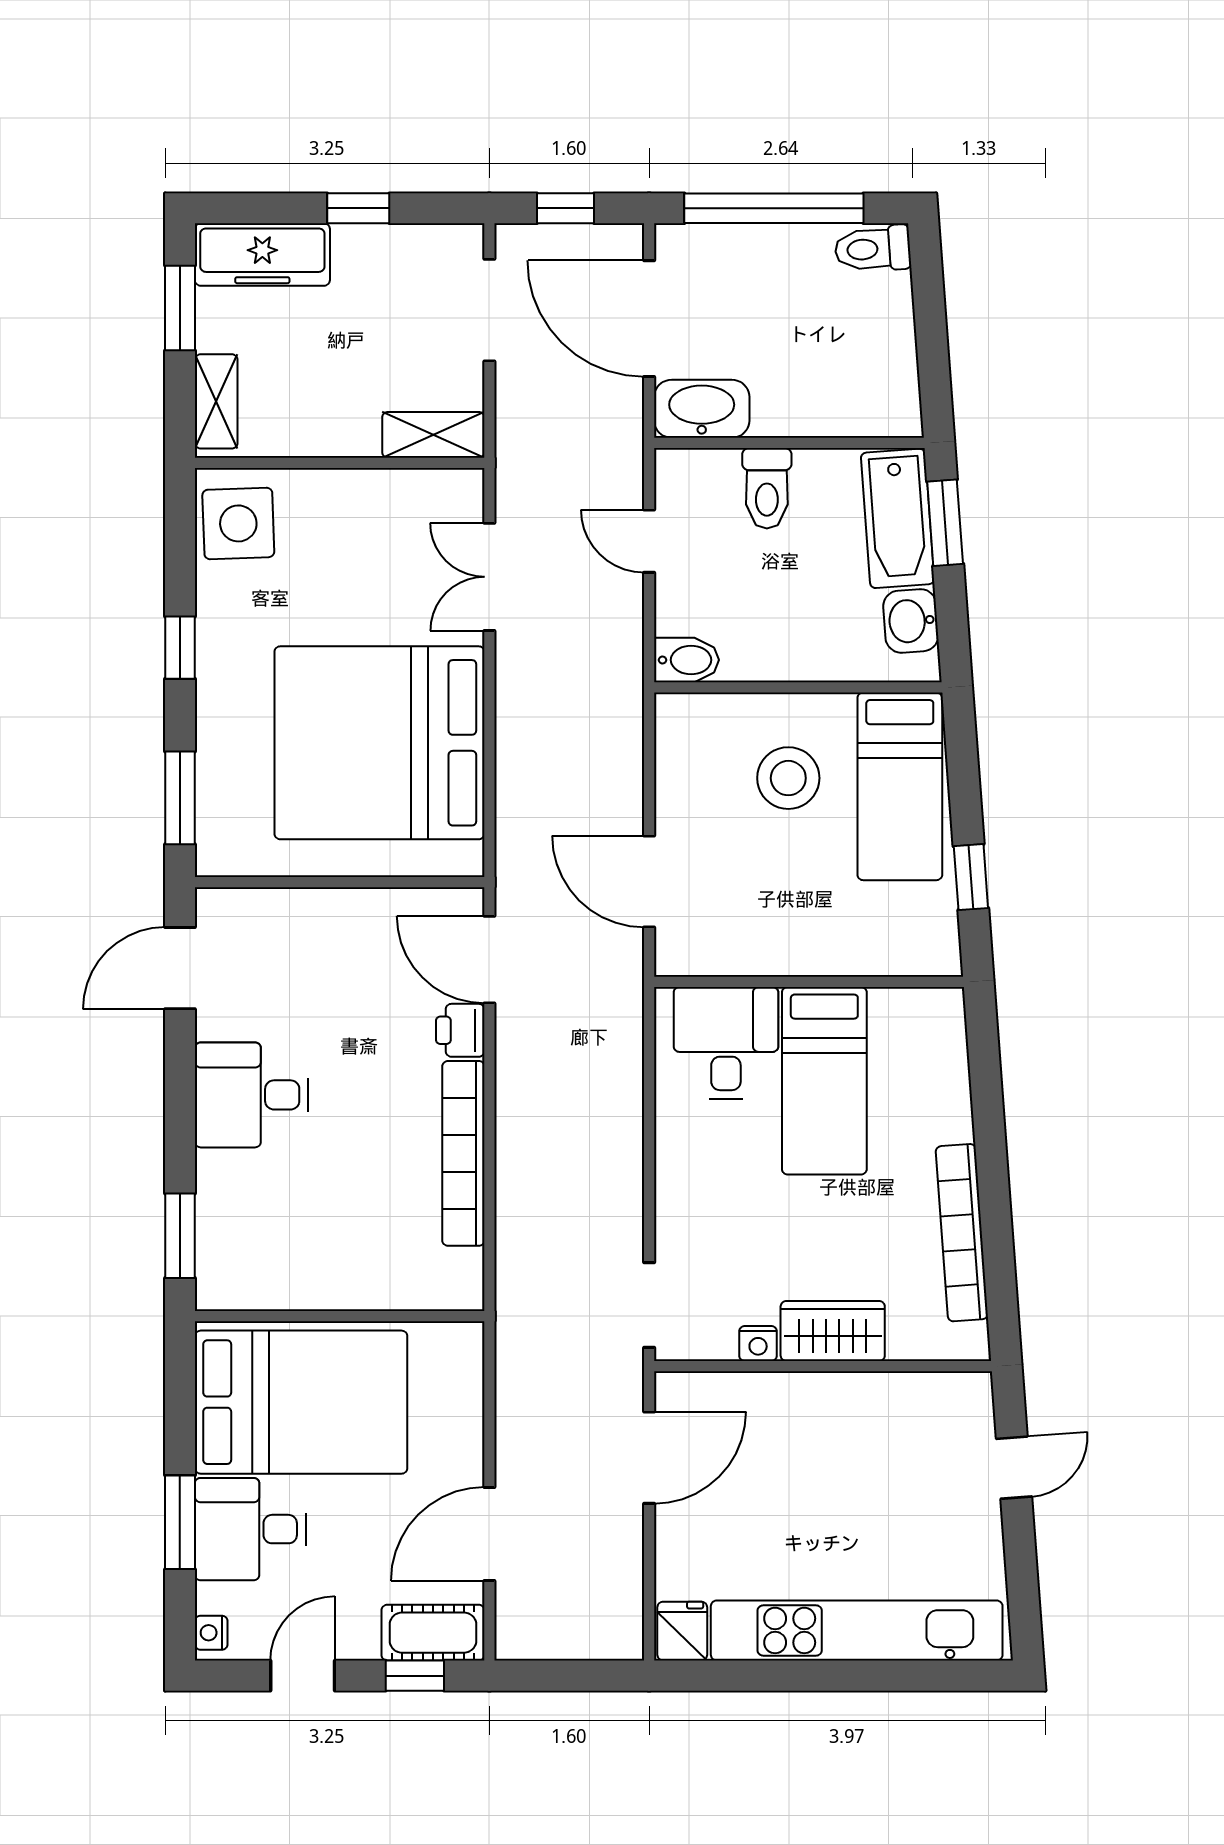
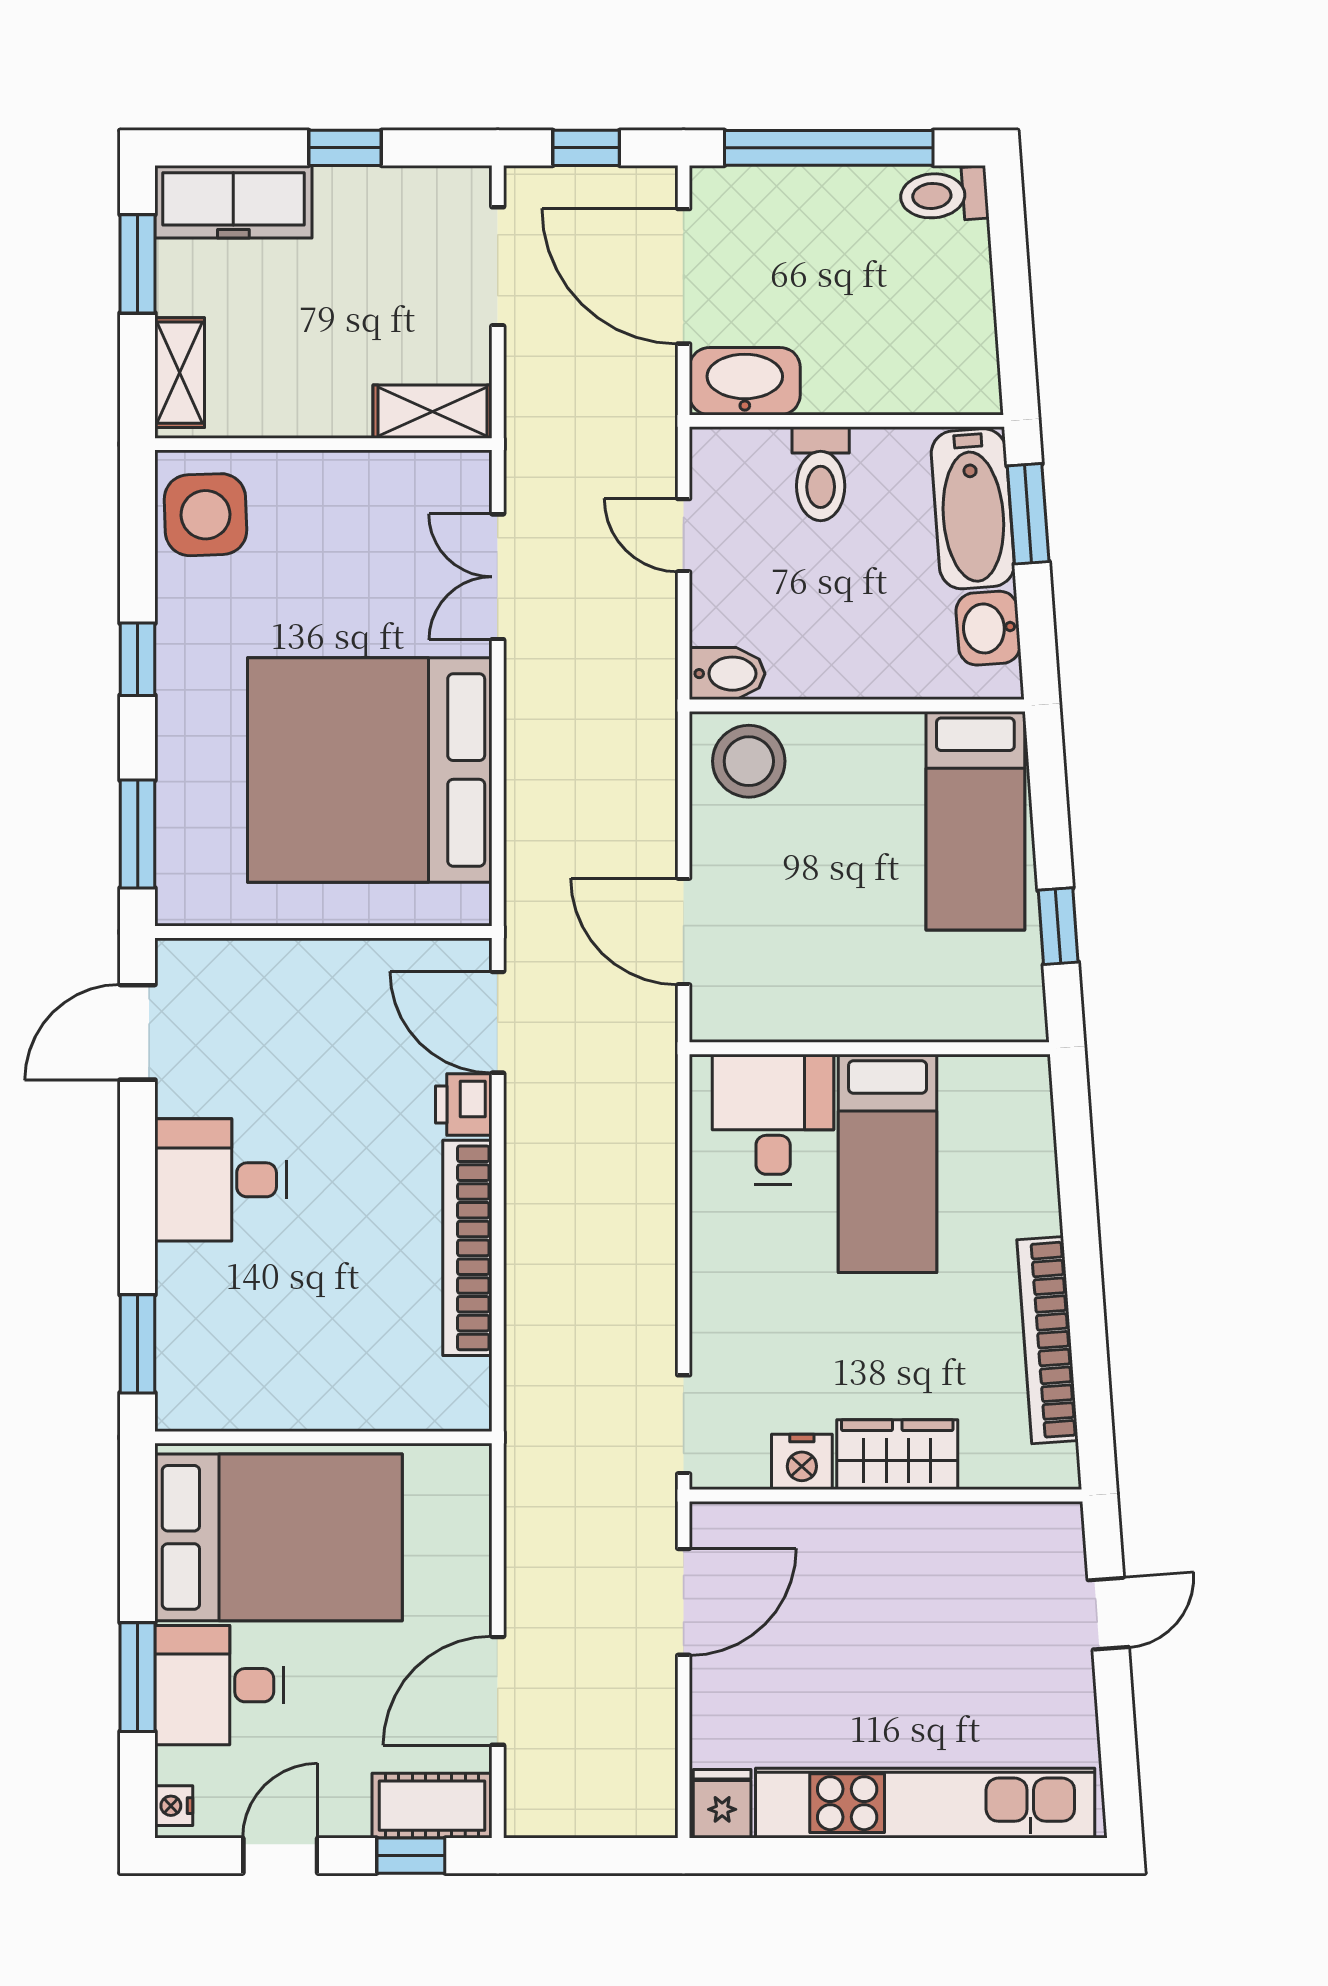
stool: (788, 778) -> (749, 761), moved
nightstand: (758, 1343) -> (802, 1462), width x1.39, depth x1.35

